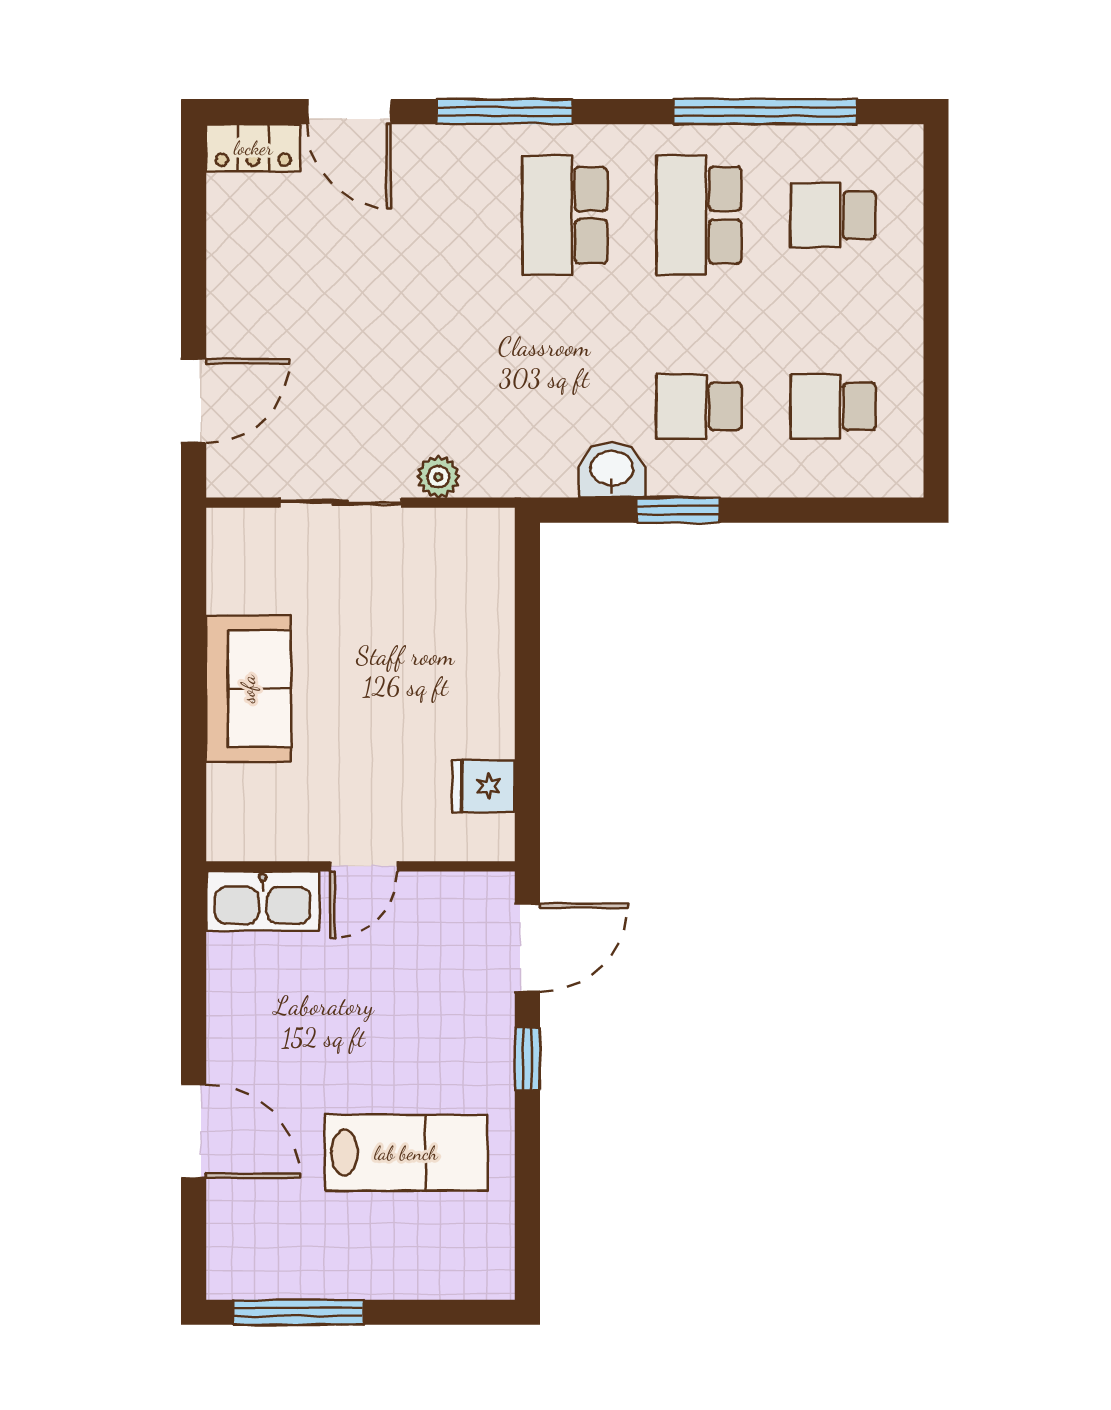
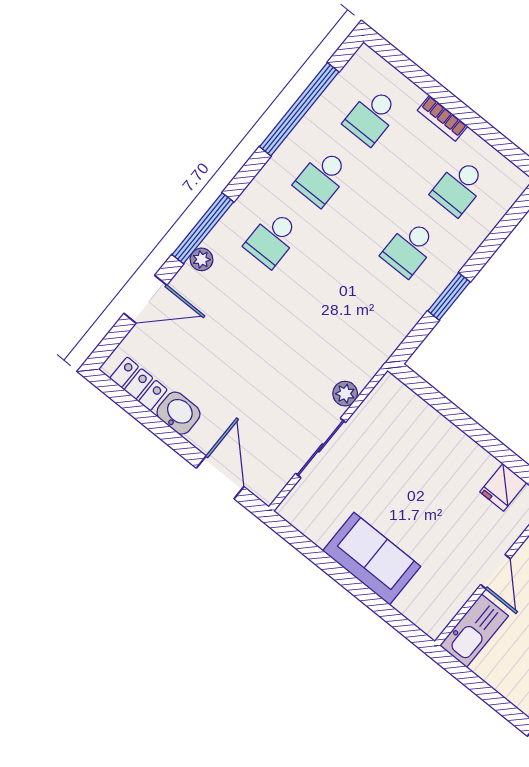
plant: (462, 143) -> (201, 259), added
locker: (253, 148) -> (139, 384), moved, turned -90
school desk: (565, 215) -> (272, 239), width x0.54
school desk: (699, 215) -> (322, 178), width x0.54
bookcase: (907, 311) -> (442, 118), added
washbasin: (612, 470) -> (178, 413), moved, turned 90

